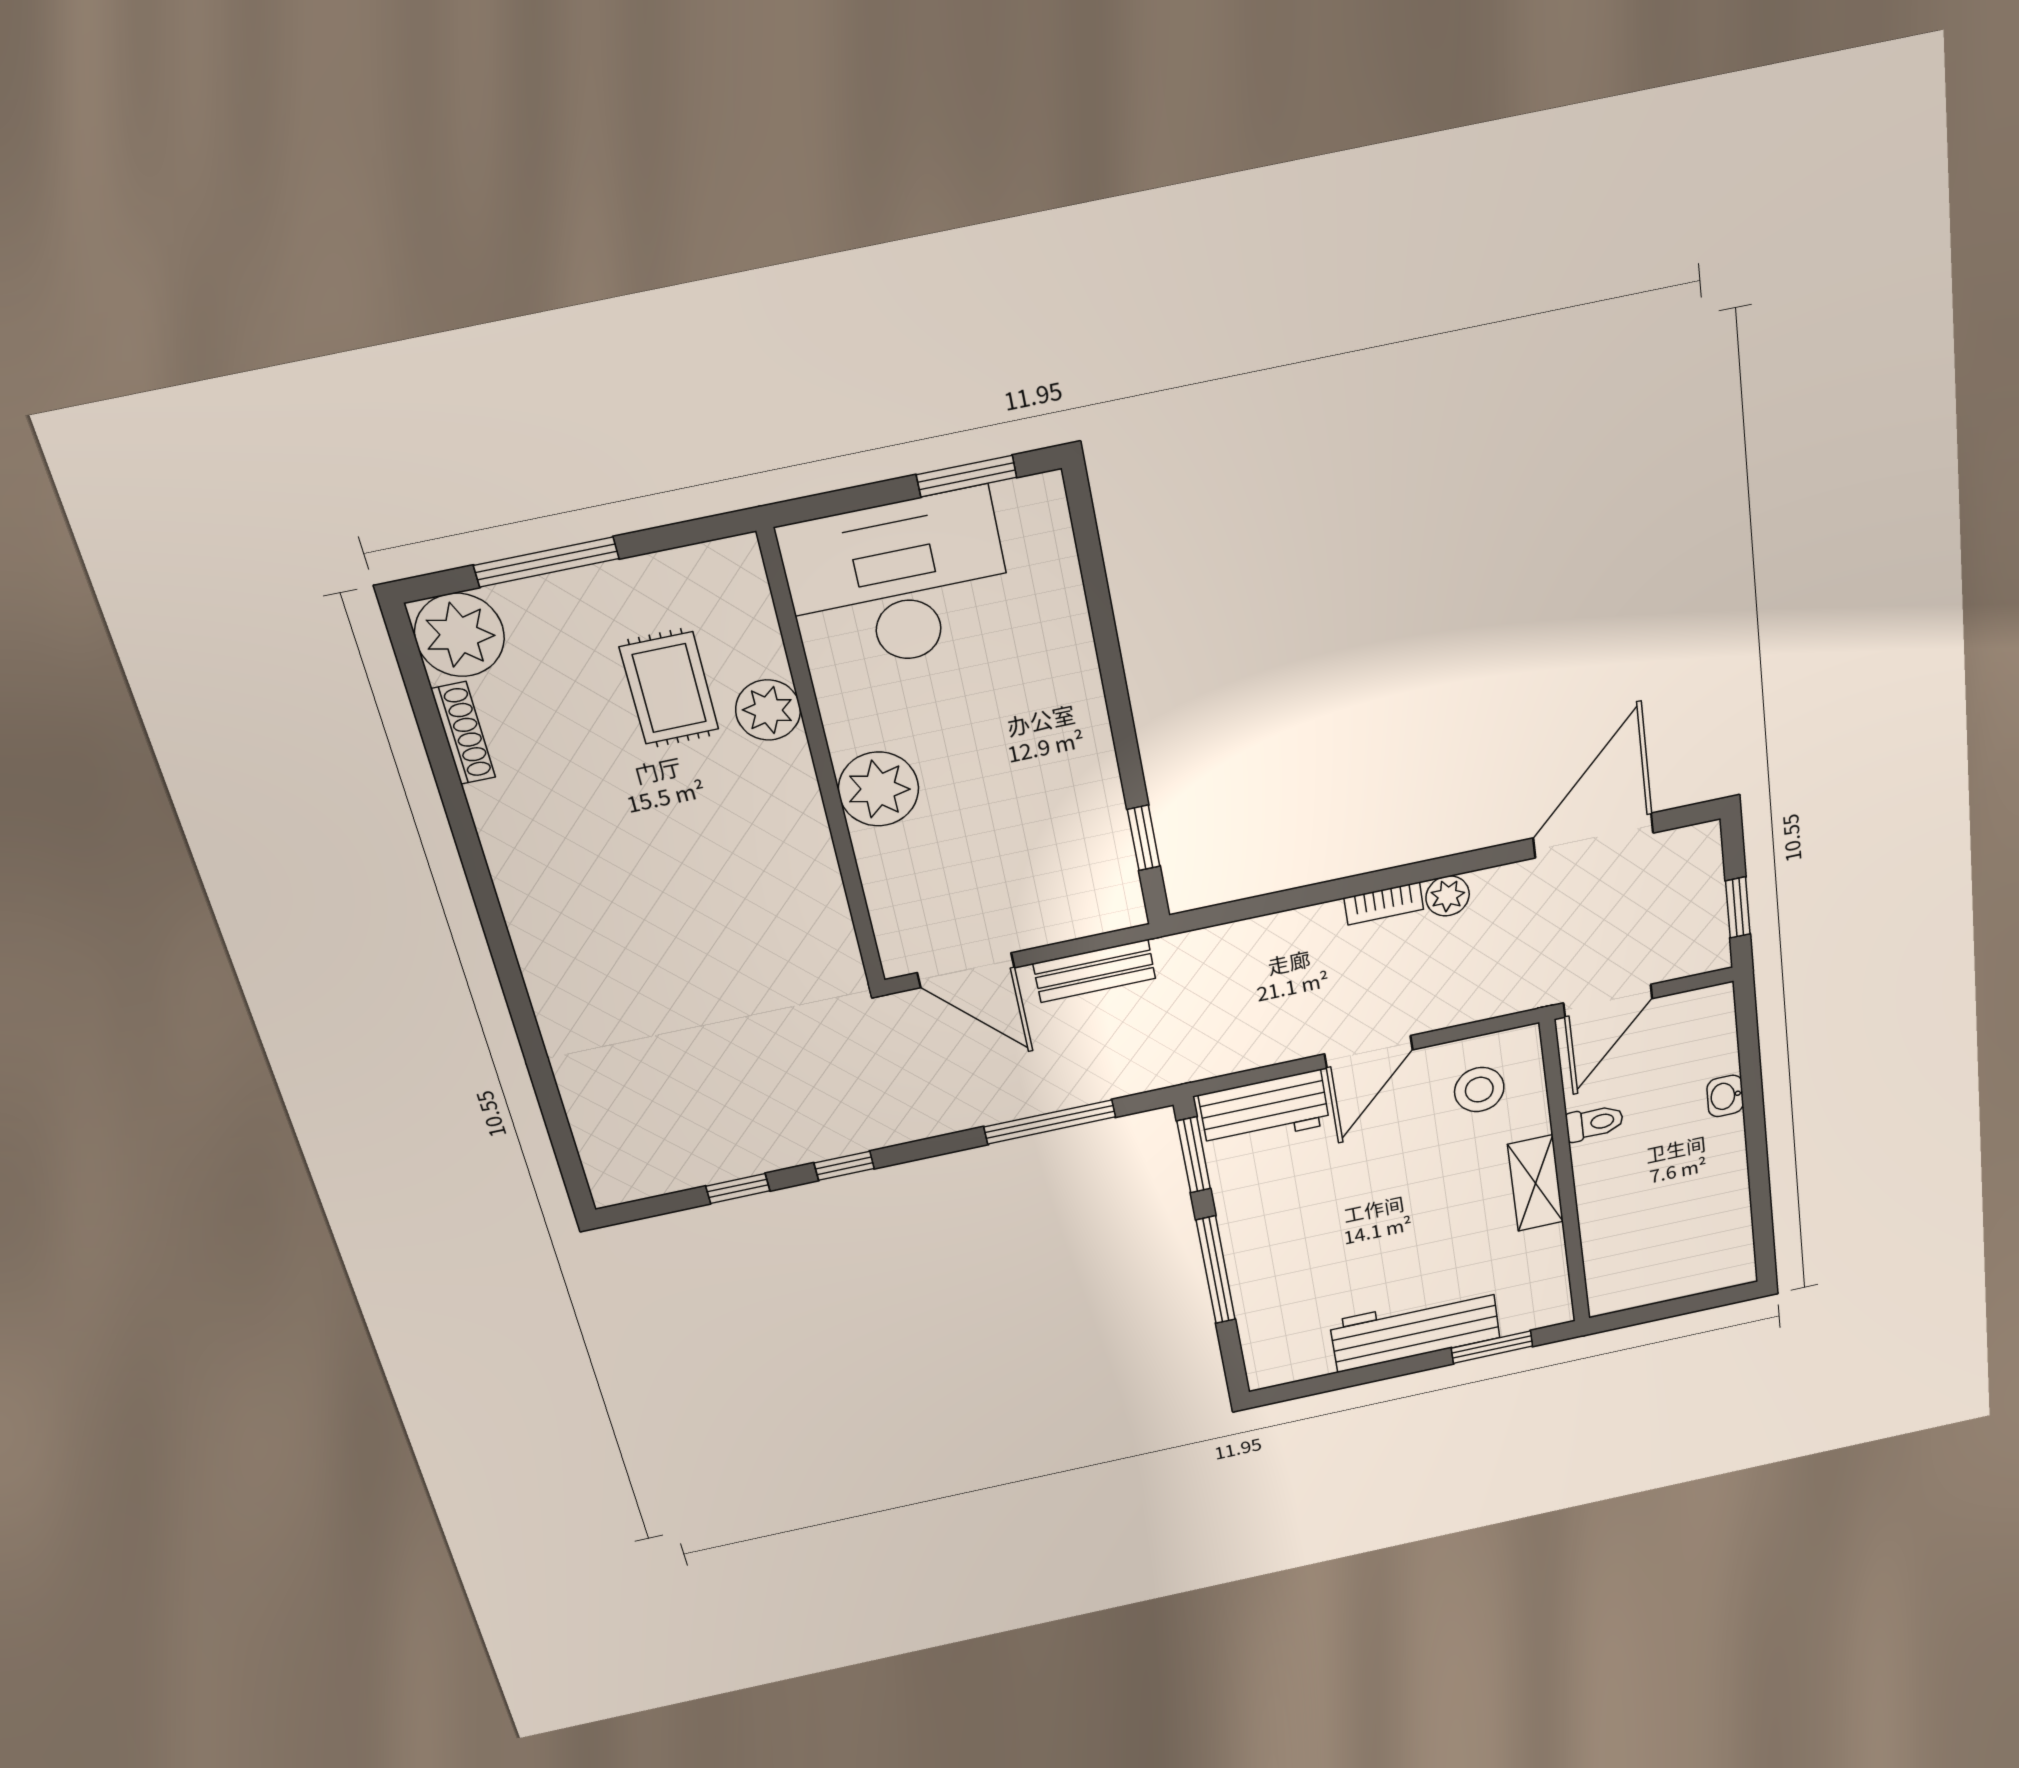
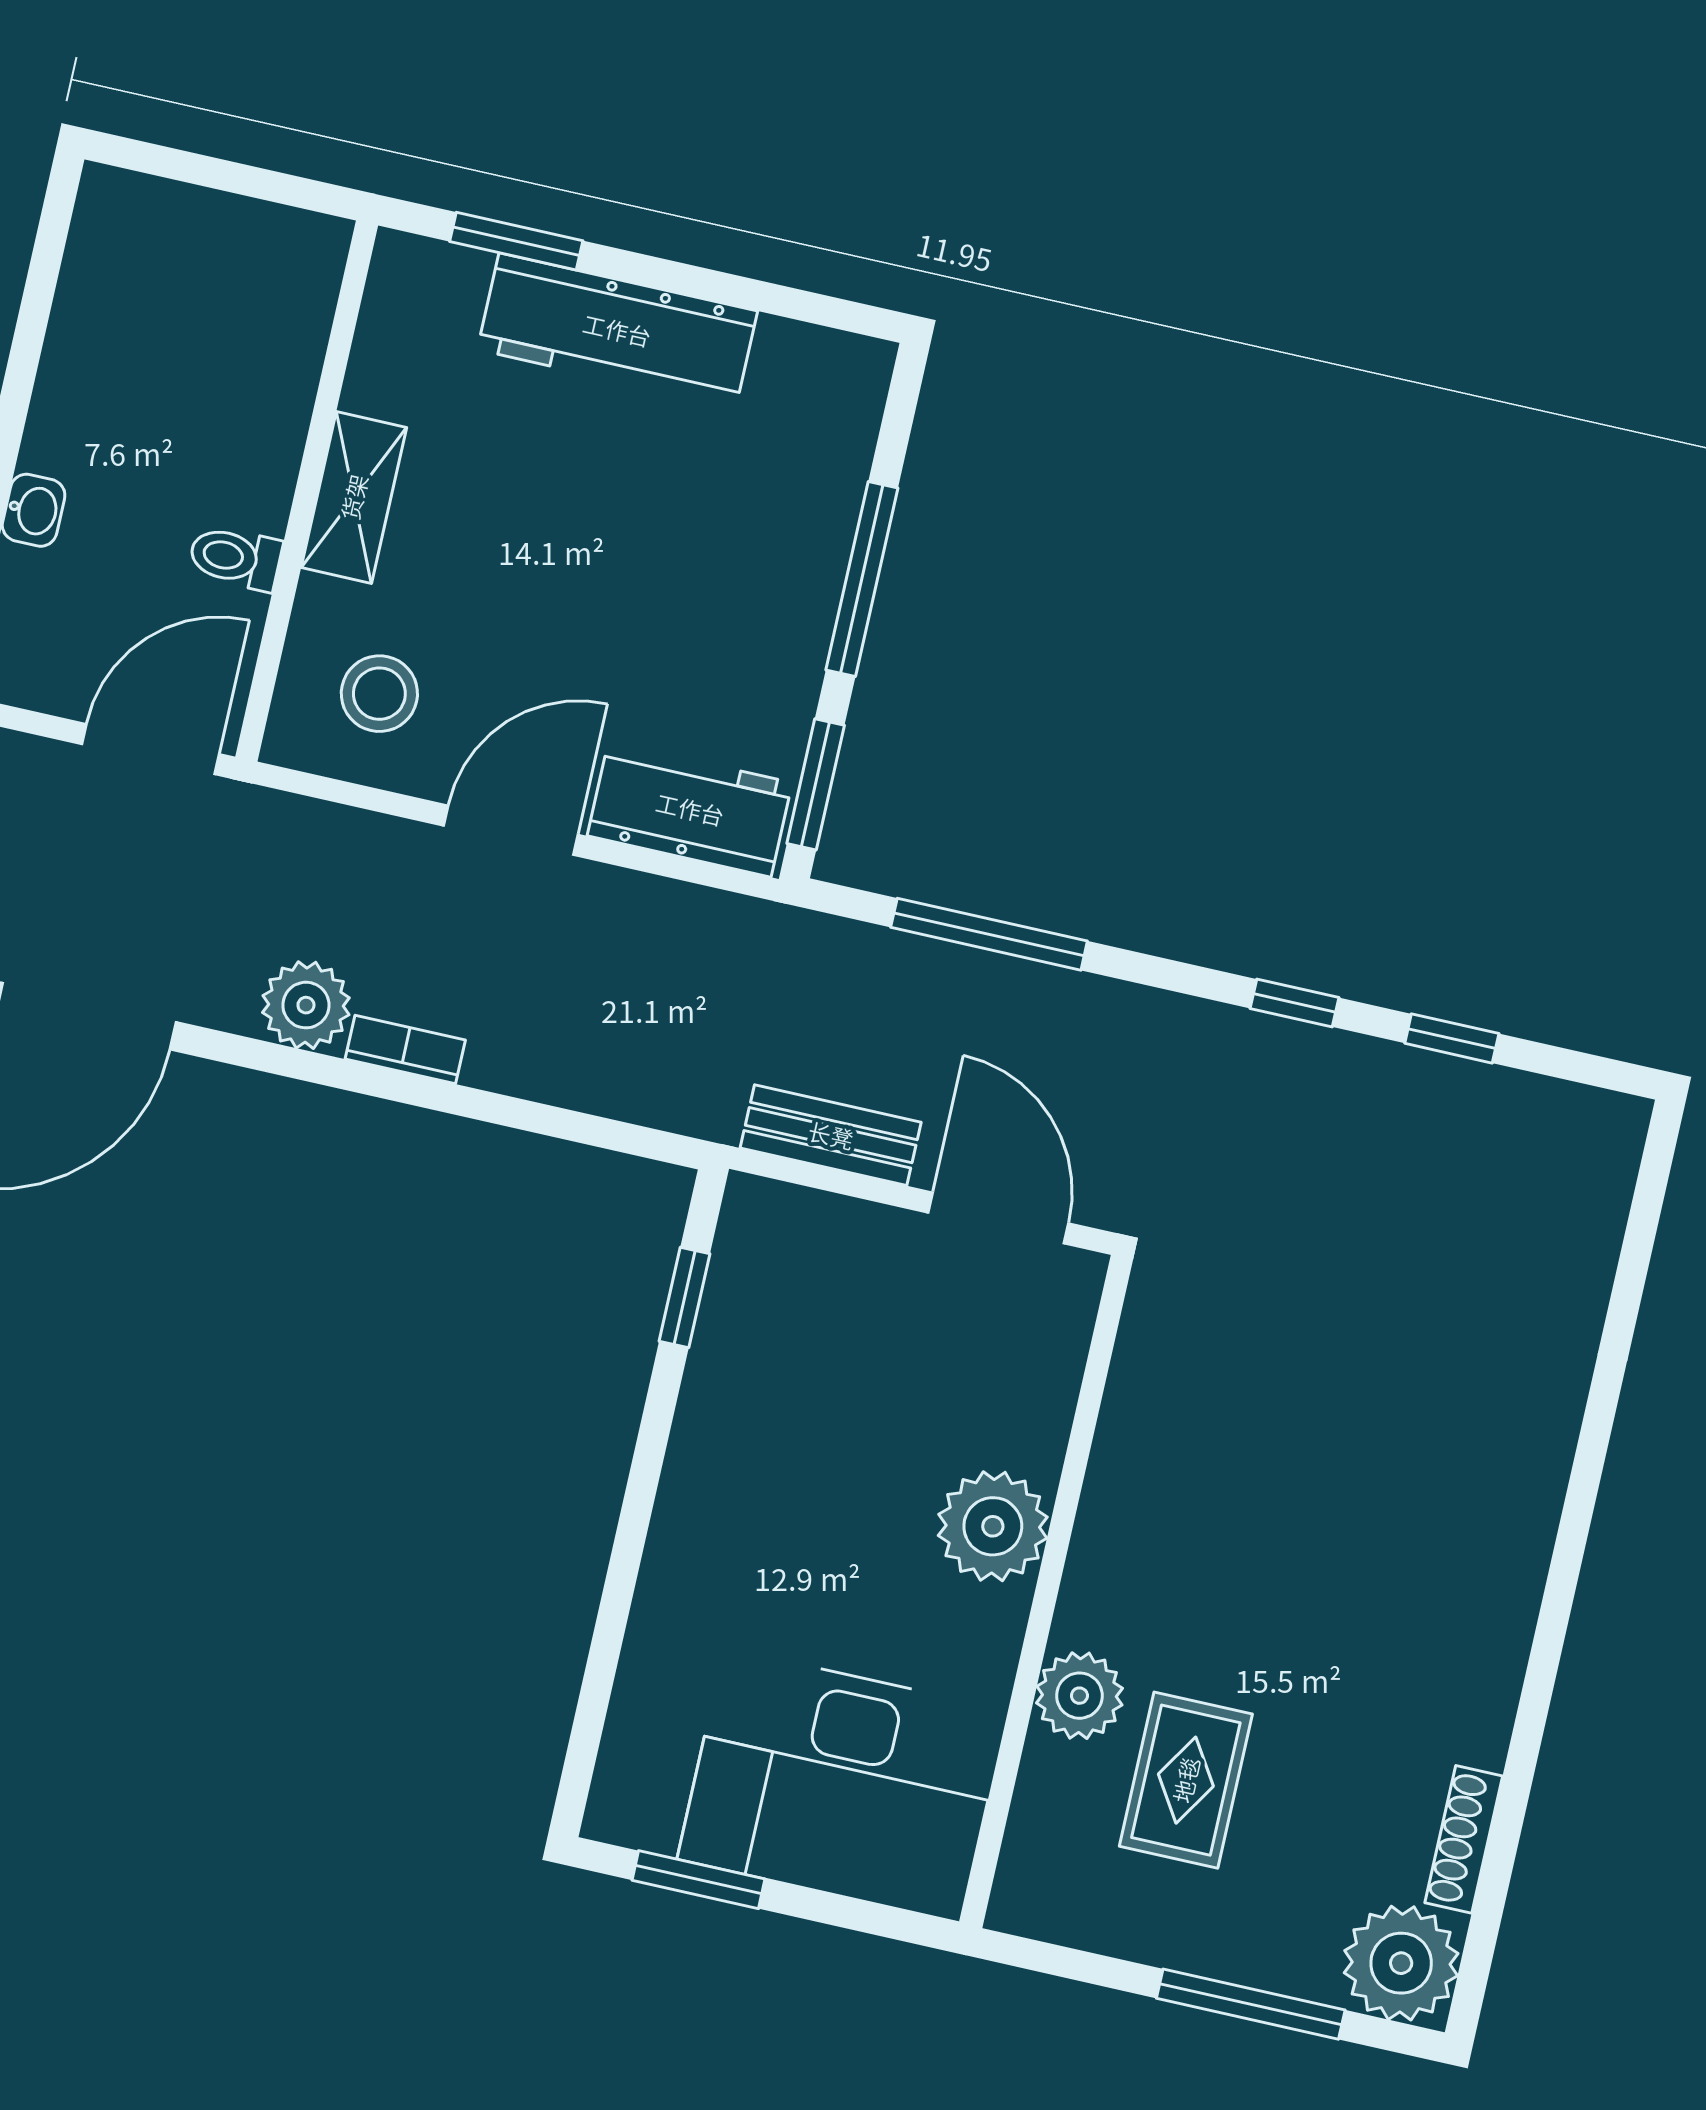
plant: (1448, 896) -> (306, 1005), width x1.38, depth x1.38

